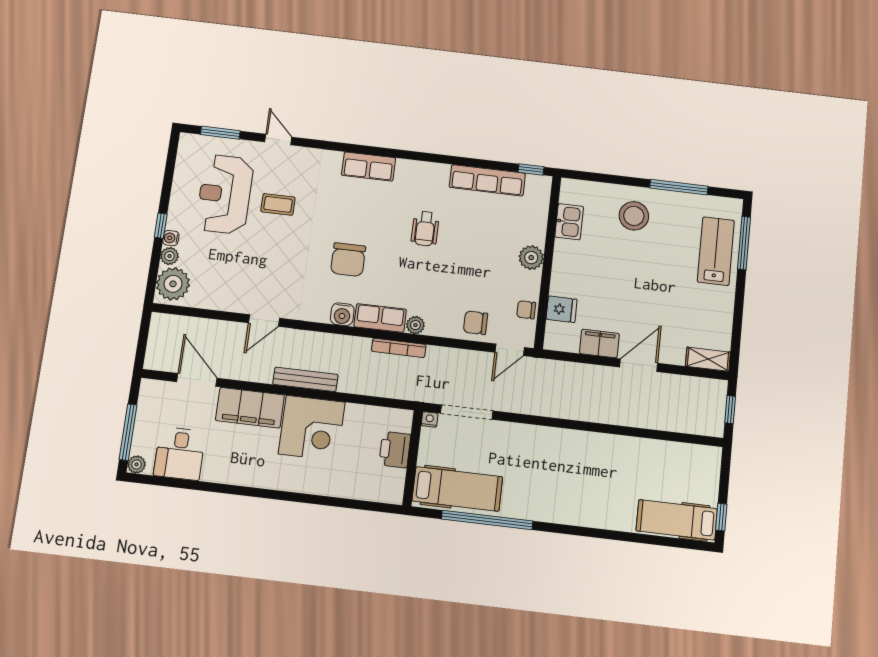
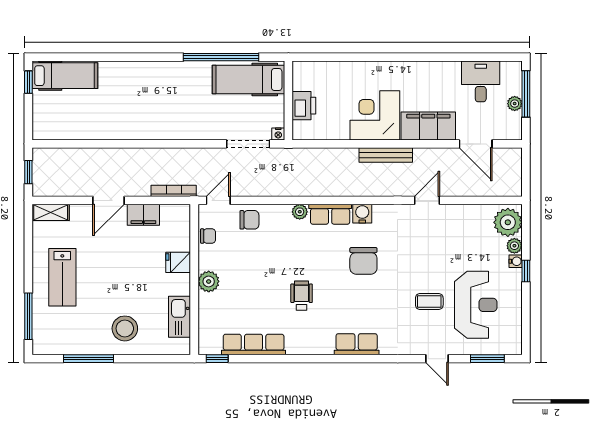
kitchen sink: (569, 222) -> (180, 317), width x1.38
lab bench: (716, 251) -> (62, 277), moved
chair: (348, 260) -> (363, 261), turned 180
fridge: (562, 309) -> (178, 262), moved
bookcase: (399, 348) -> (174, 191), moved
plant: (137, 464) -> (515, 104), moved

